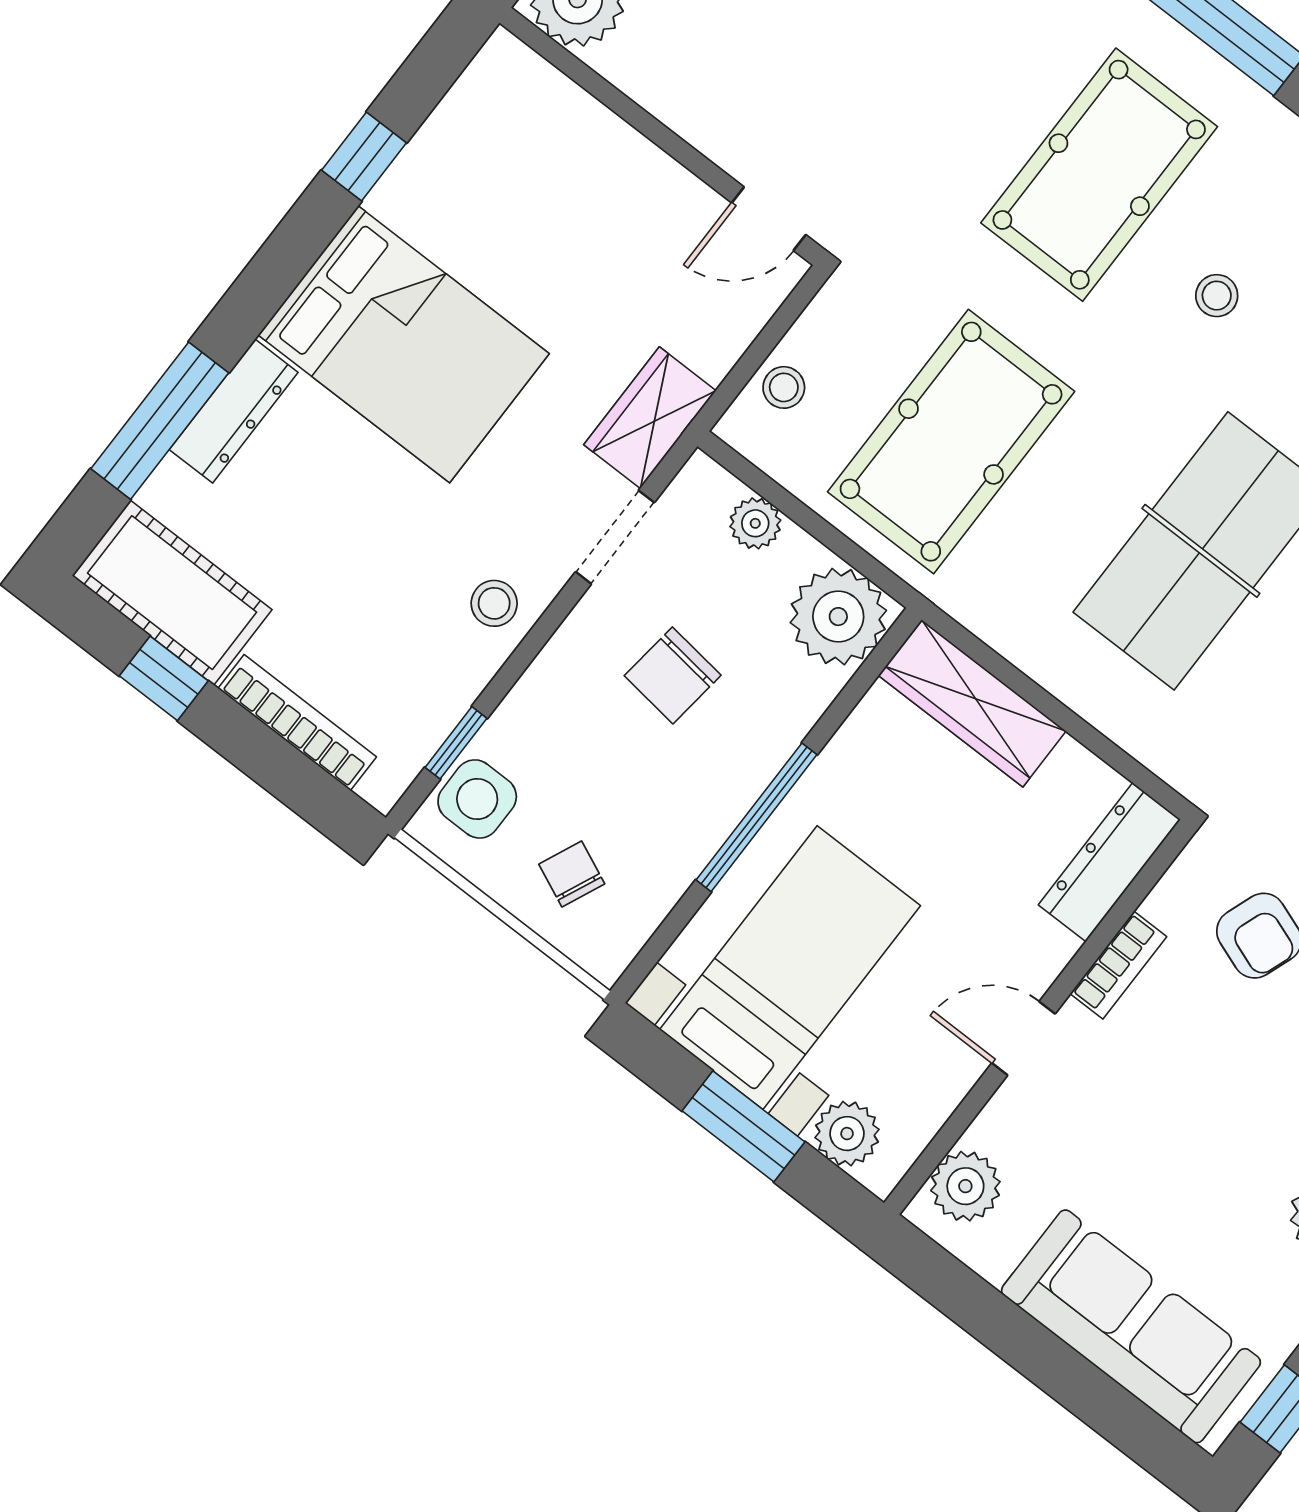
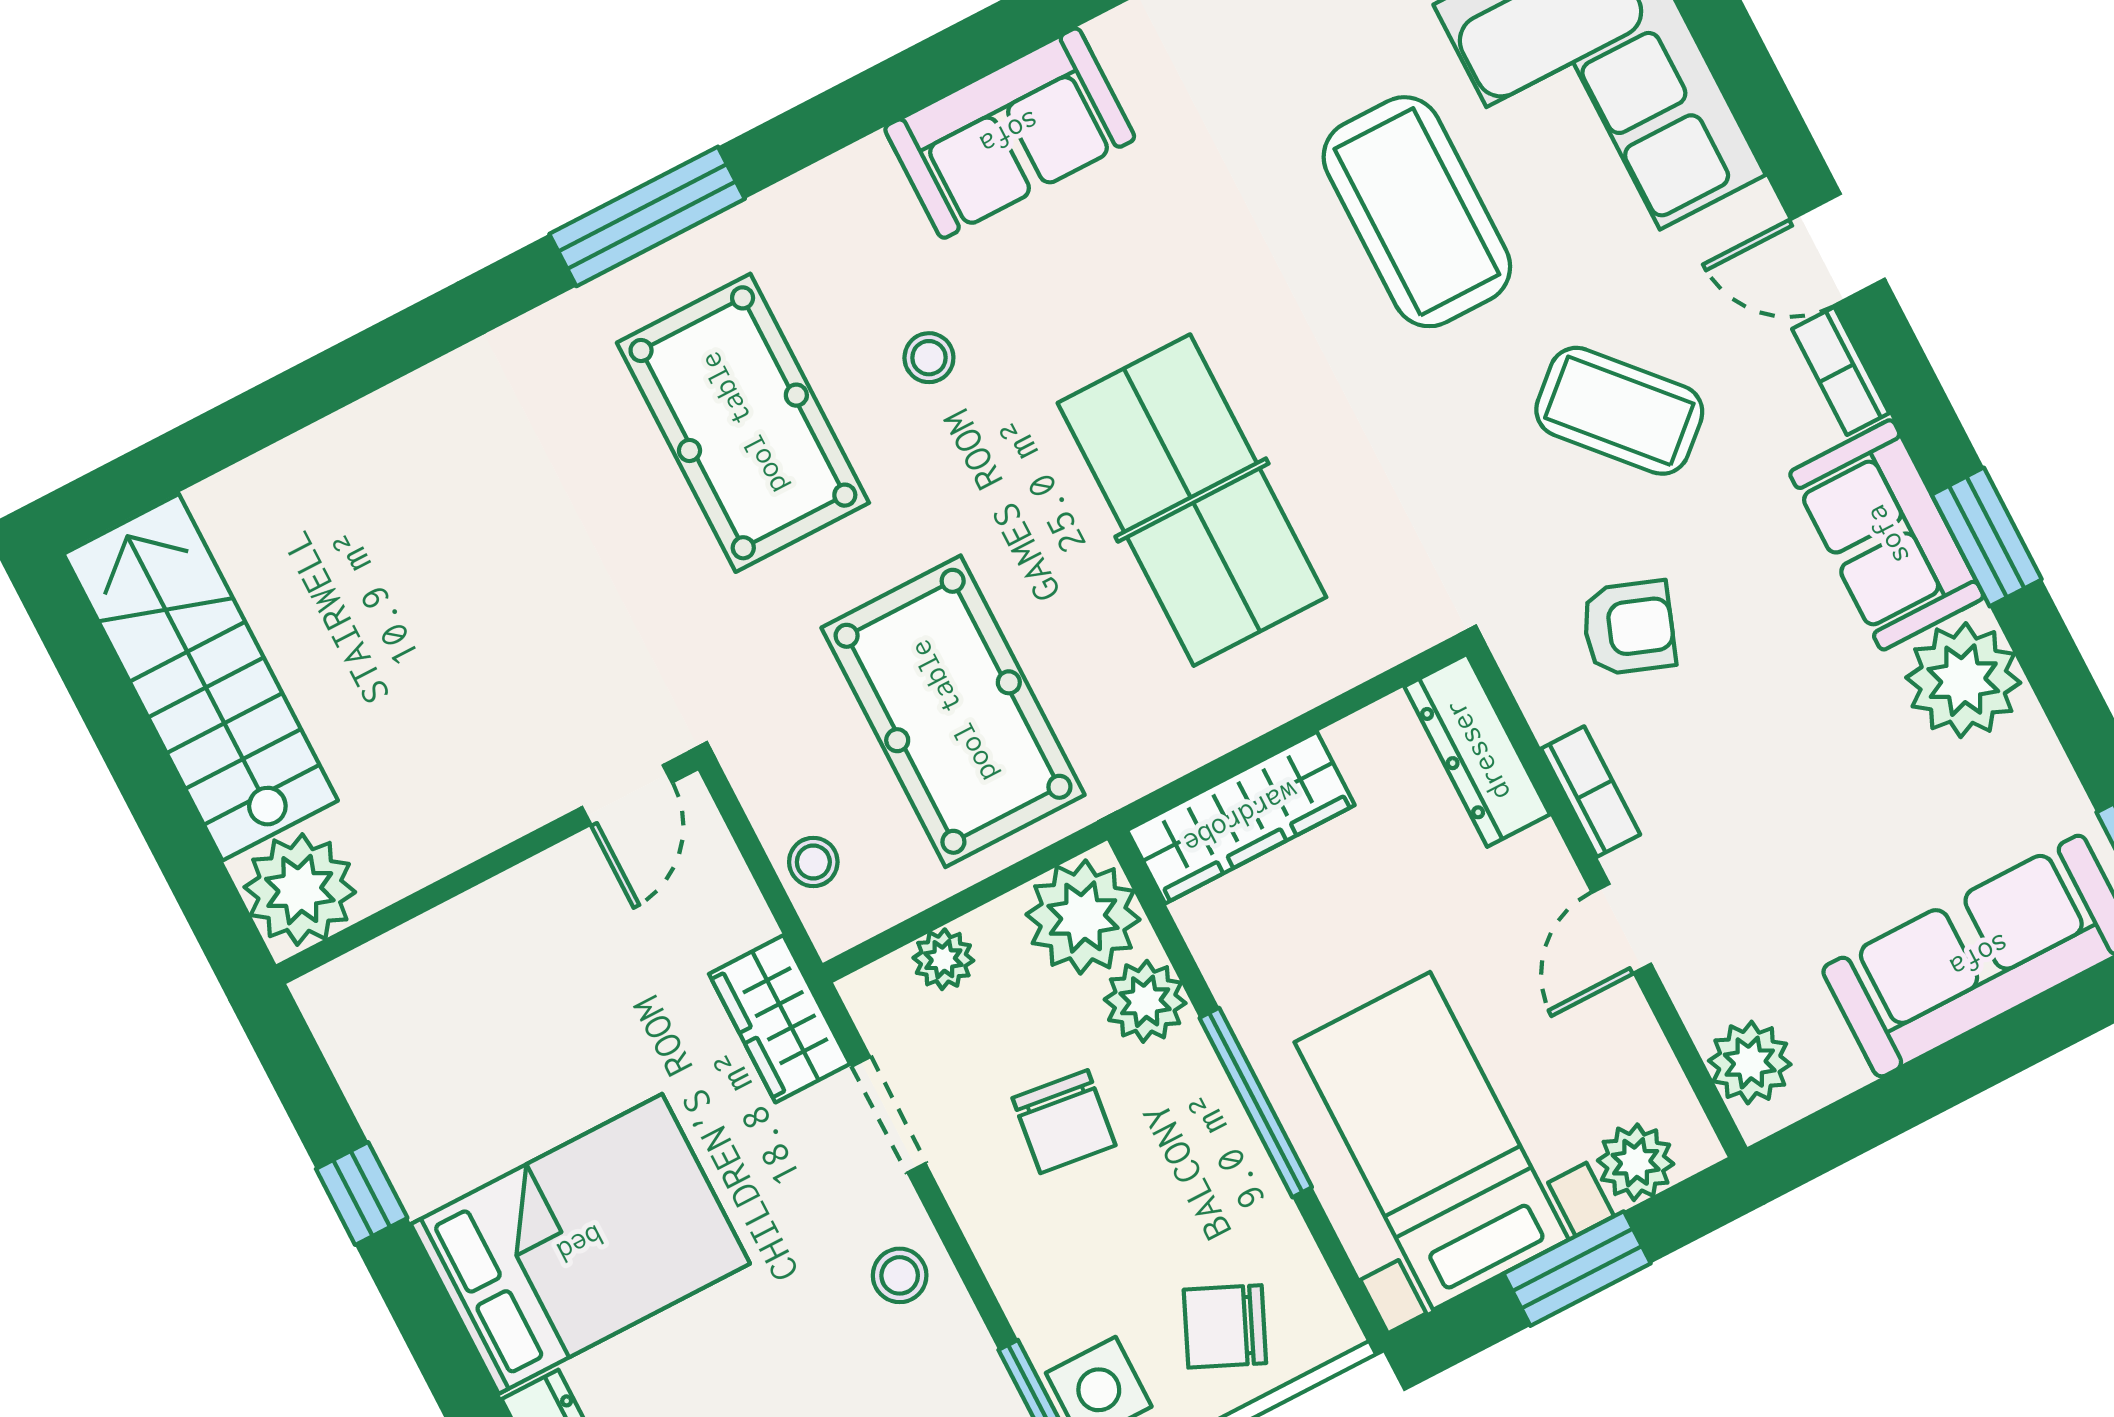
plant: (795, 695) -> (1145, 1001), added
chair: (572, 874) -> (1225, 1326), width x1.37, depth x1.37

